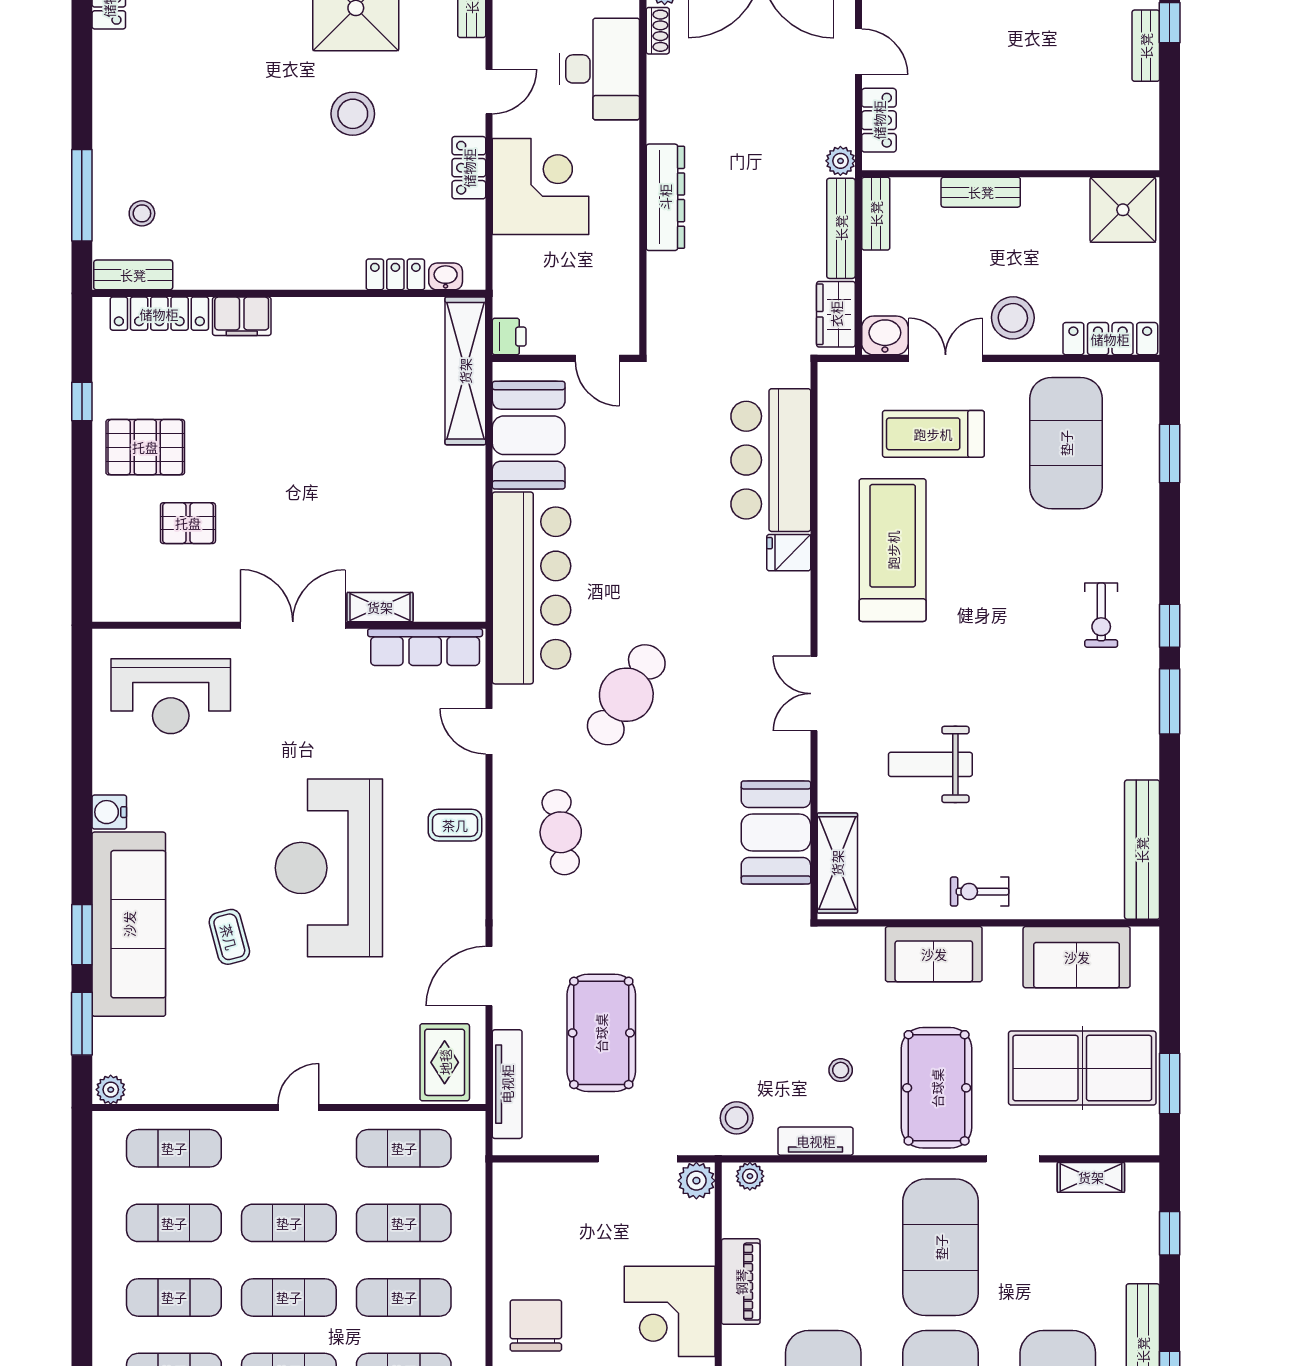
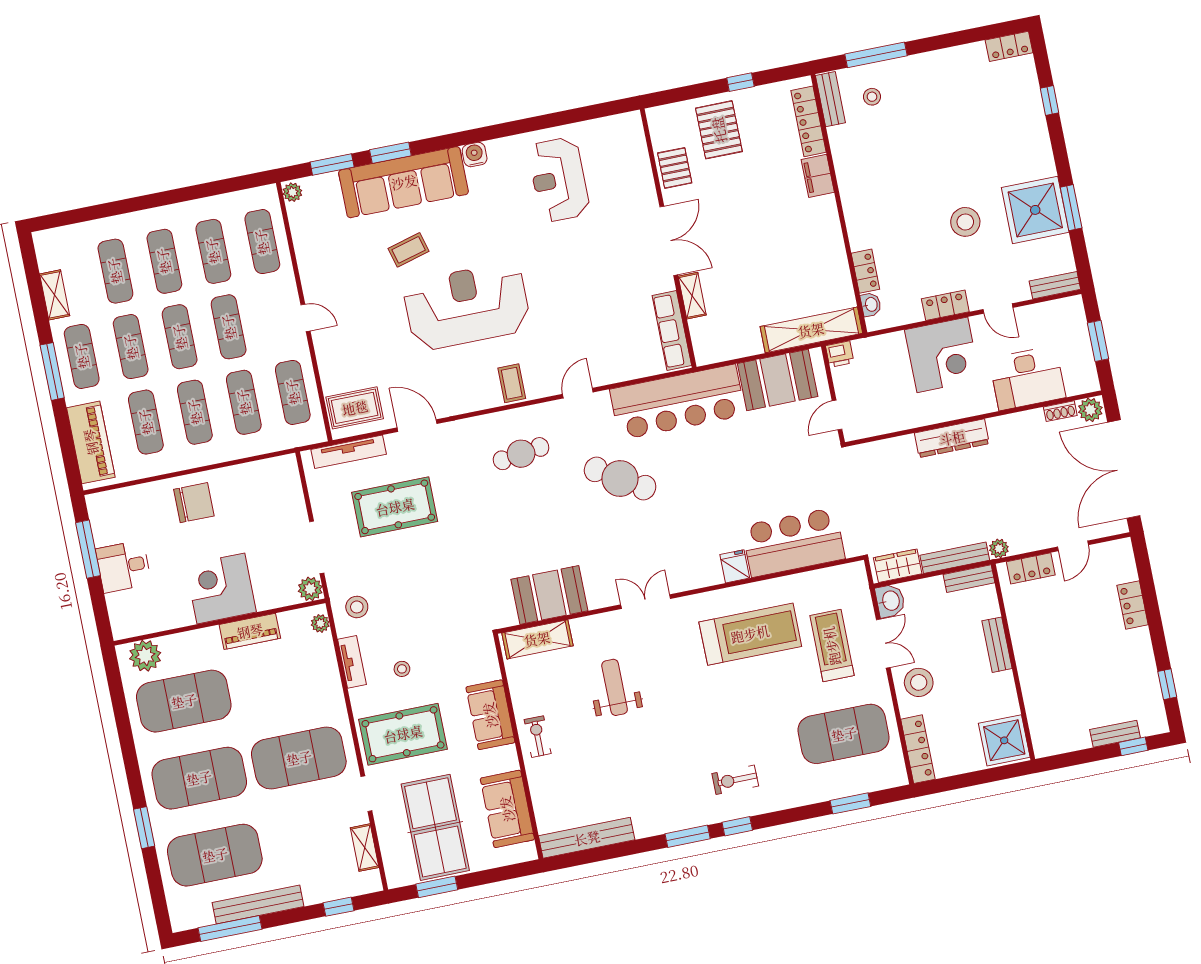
shelving: (380, 607) -> (692, 296), moved
wall: (289, 625) -> (668, 238), moved
double door: (293, 625) -> (669, 241), moved
row of seats: (425, 647) -> (672, 331), moved

